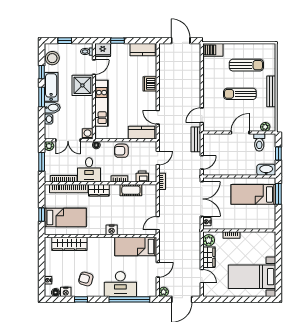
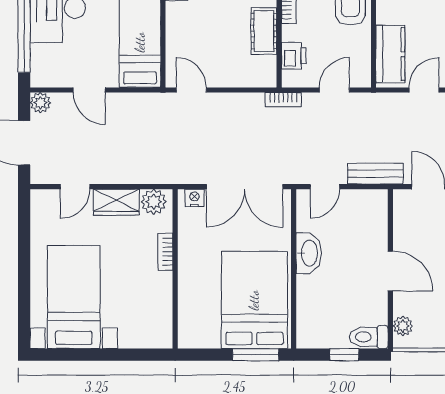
toilet: (259, 142) -> (369, 337), moved
door: (158, 158) -> (334, 90), swing flipped
door: (202, 162) -> (325, 187), hinge flipped
washbasin: (266, 170) -> (309, 253), moved
bed: (253, 194) -> (254, 300), width x1.50

